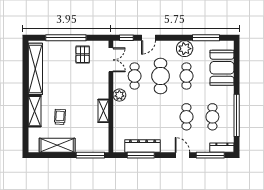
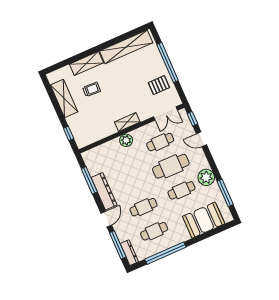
plant: (119, 95) -> (126, 140), moved
shelving: (103, 111) -> (127, 122), moved
dresser: (143, 146) -> (104, 191), moved
window: (90, 155) -> (69, 133), width x0.46

